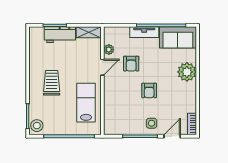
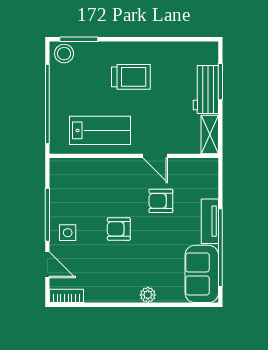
plant: (109, 50) -> (183, 166), removed
plant: (187, 72) -> (148, 295), width x0.53, depth x0.53

